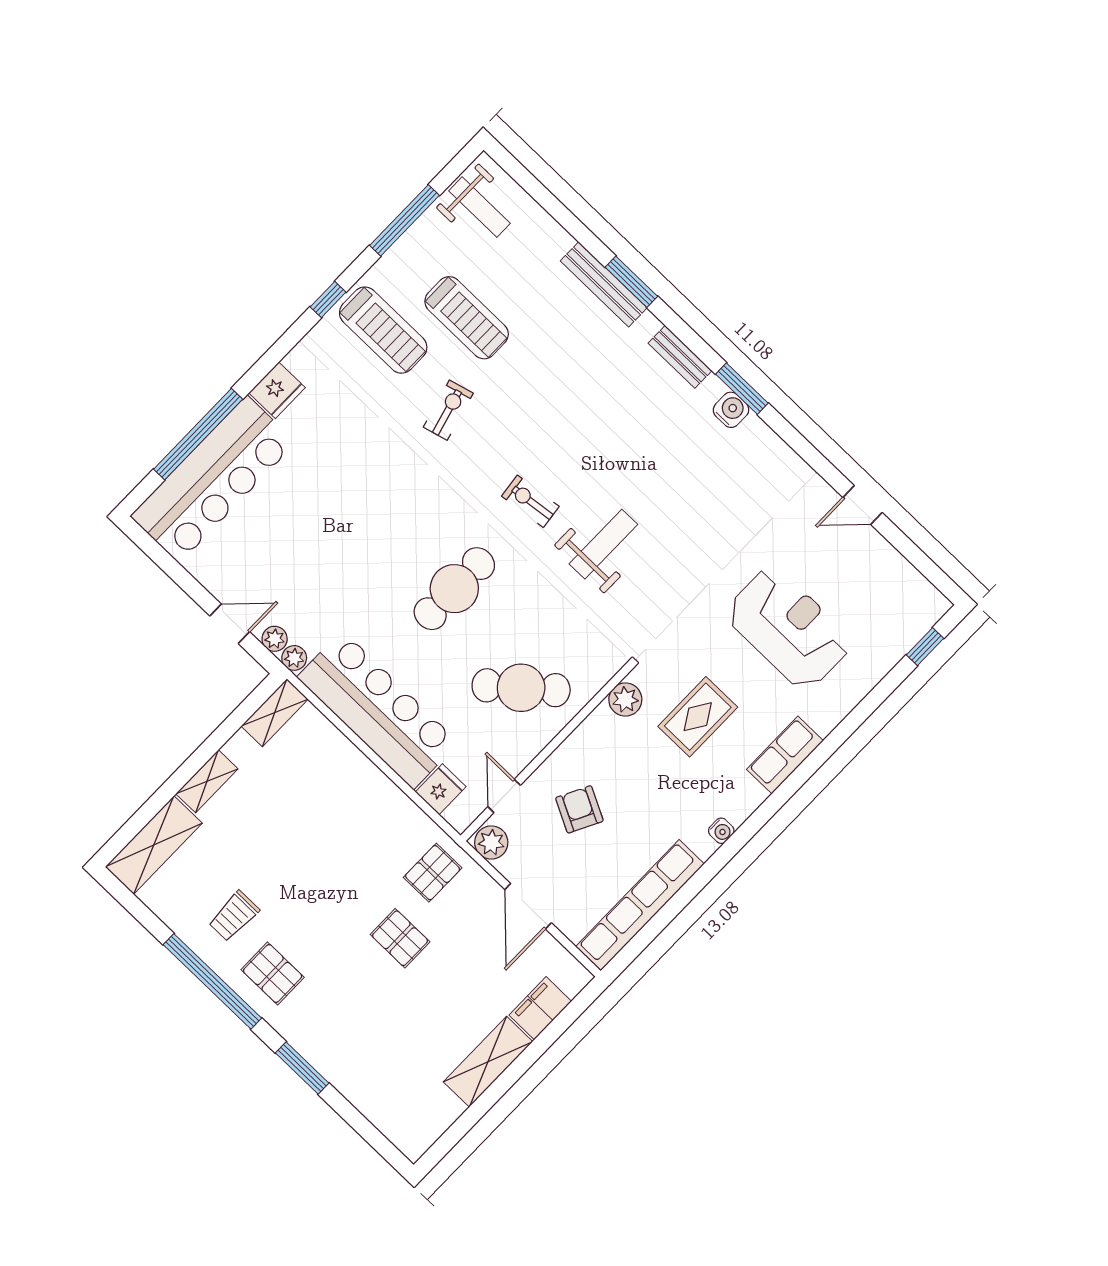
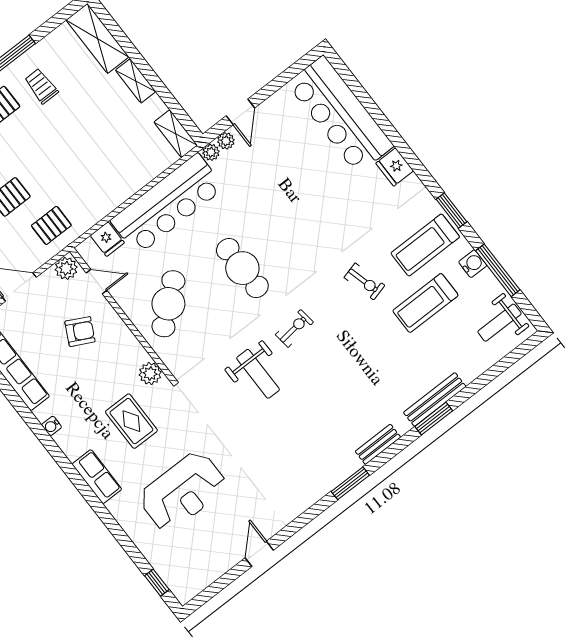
window: (328, 300) -> (451, 211), width x1.50
water cooler: (731, 410) -> (473, 264), moved, turned -90
window: (198, 434) -> (373, 109), removed
pallet: (433, 873) -> (51, 225), turned 90

